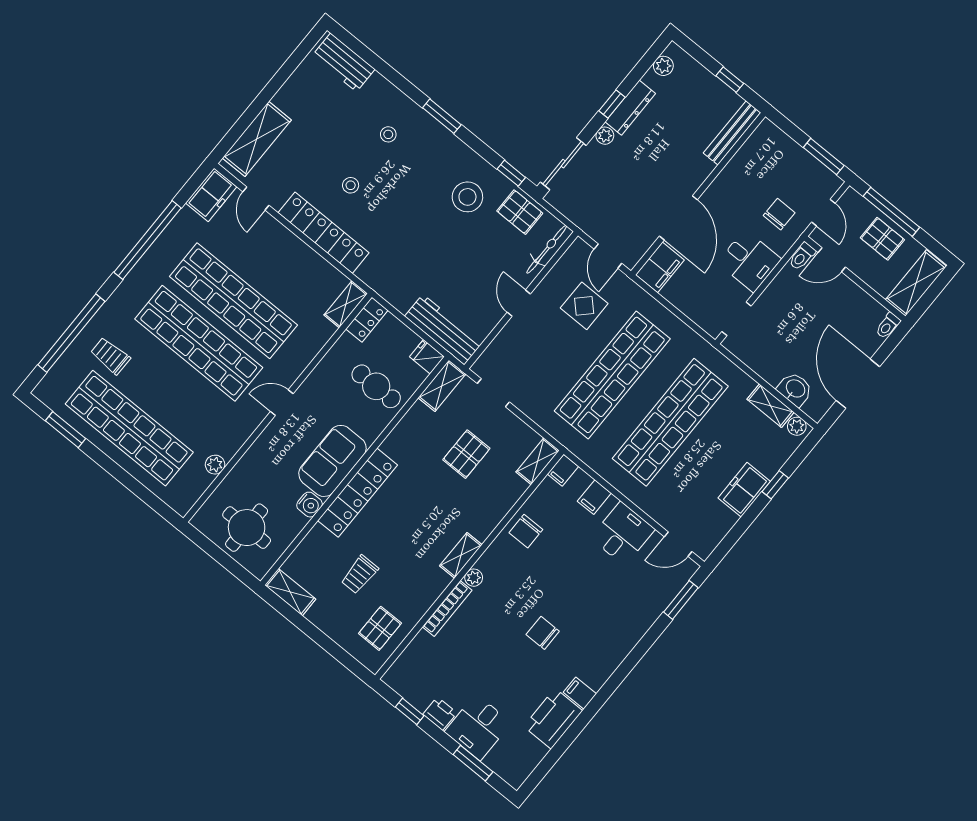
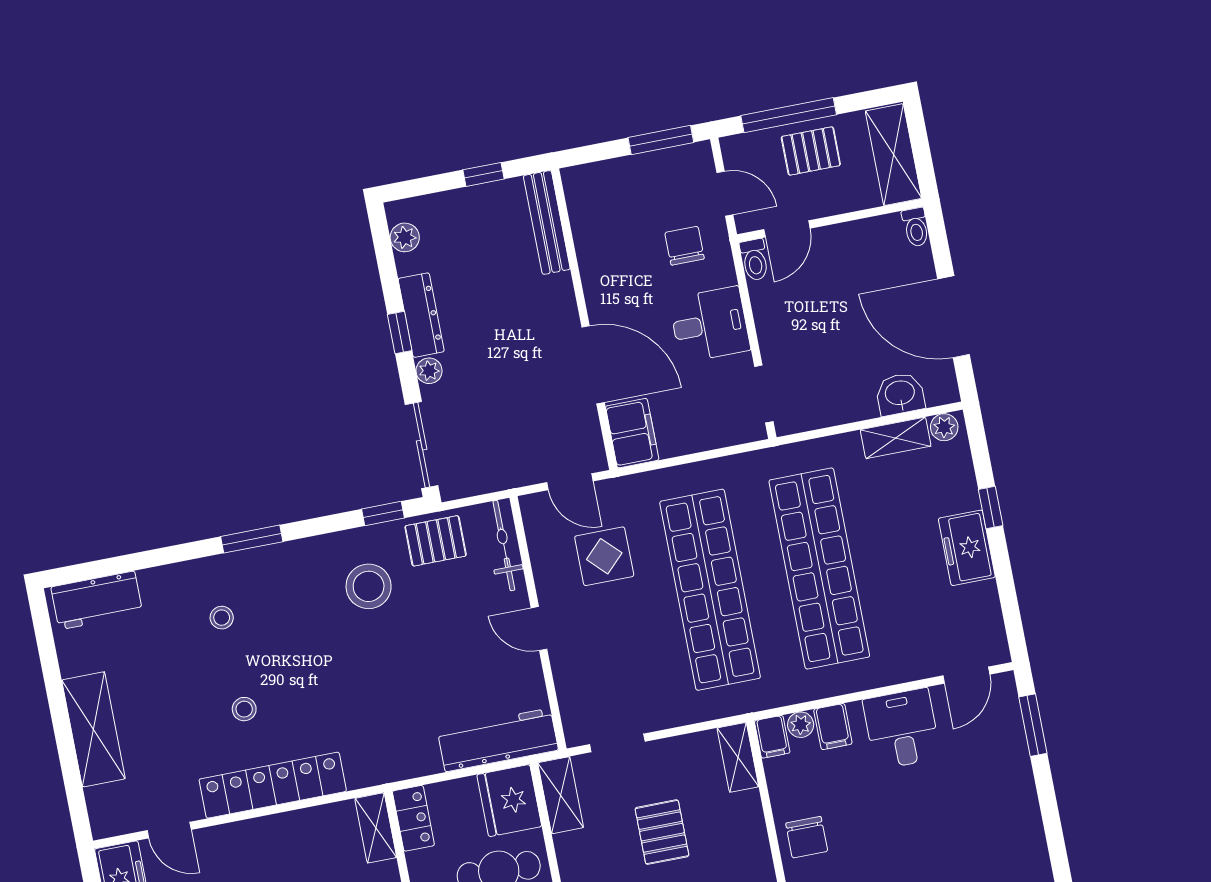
shelving: (257, 139) -> (93, 729), moved
fridge: (427, 357) -> (509, 801), width x1.88, depth x1.34
plant: (581, 480) -> (801, 725), added

